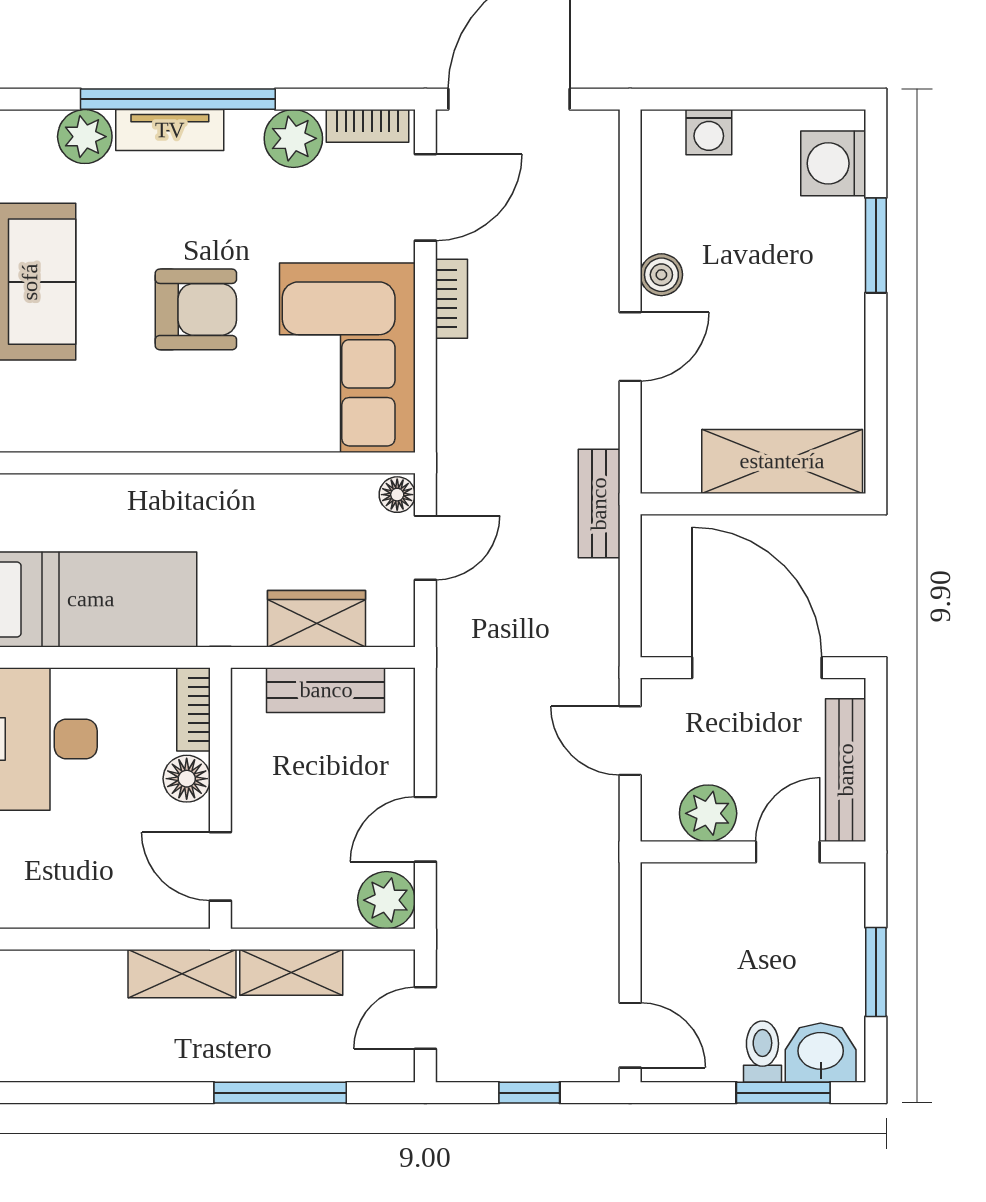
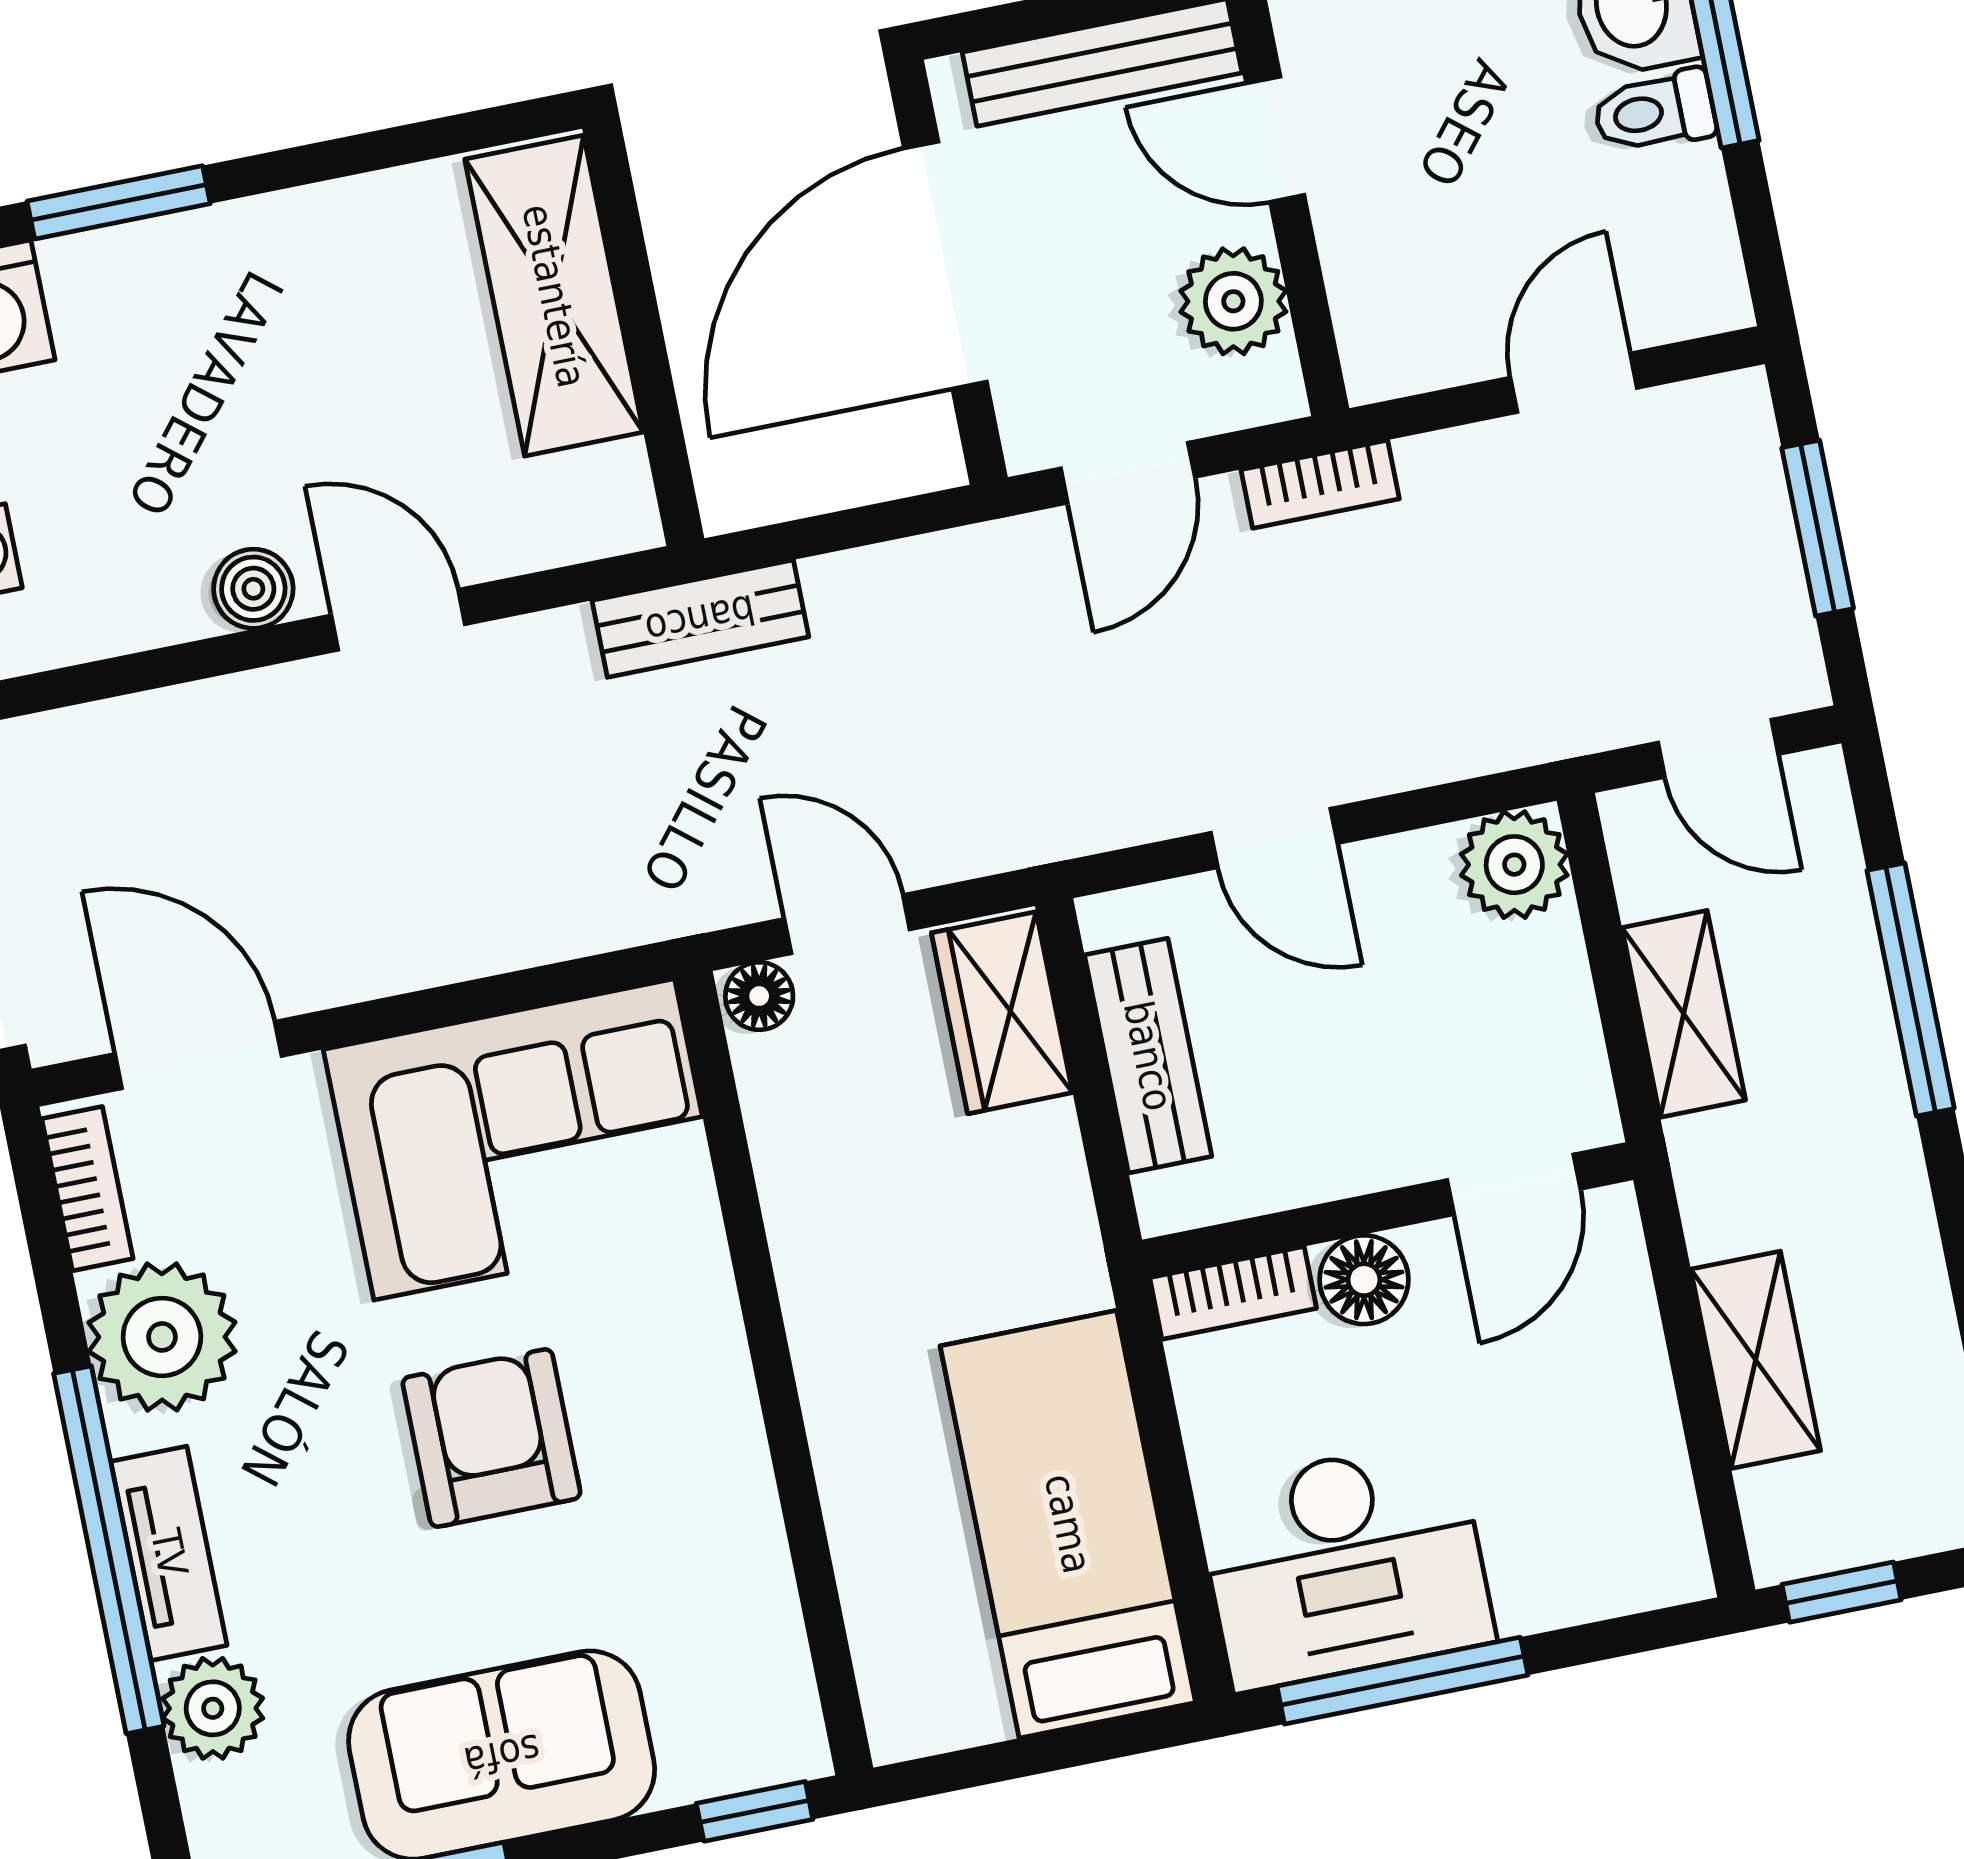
plant: (293, 138) -> (162, 1337), width x1.36, depth x1.36
bookcase: (451, 299) -> (1320, 484), moved, turned 180
wardrobe: (316, 619) -> (1002, 1013), moved
door: (425, 829) -> (1274, 838), moved
shelving: (182, 974) -> (1756, 1360), moved
door: (630, 1035) -> (1574, 383), moved
window: (529, 1093) -> (1818, 528), width x1.50

